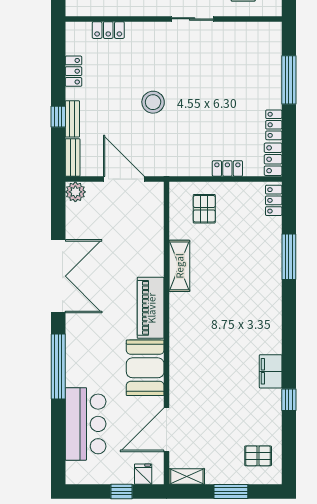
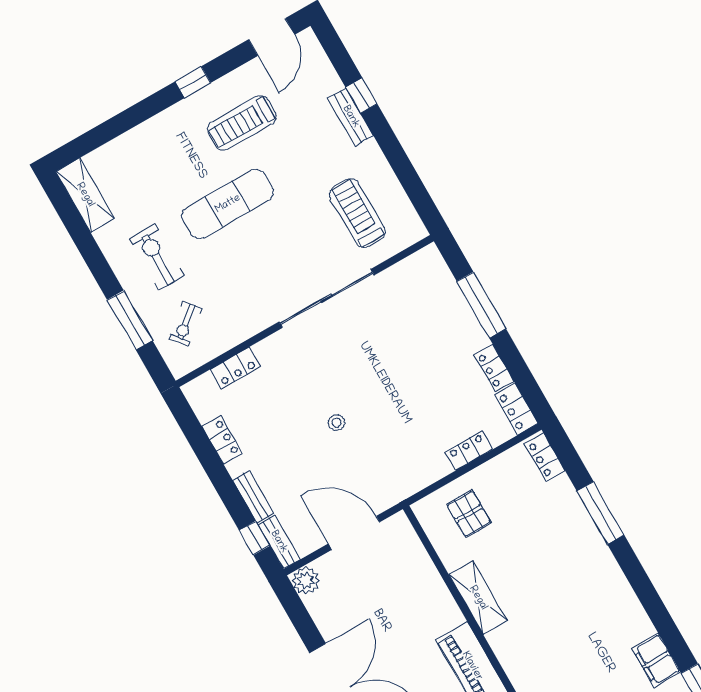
sliding door: (192, 19) -> (327, 298), width x1.86
stool: (153, 102) -> (337, 423), width x0.53, depth x0.53
window: (58, 117) -> (255, 538), moved

